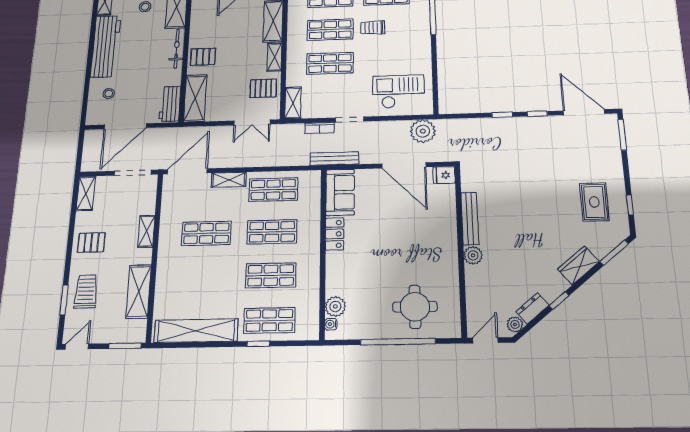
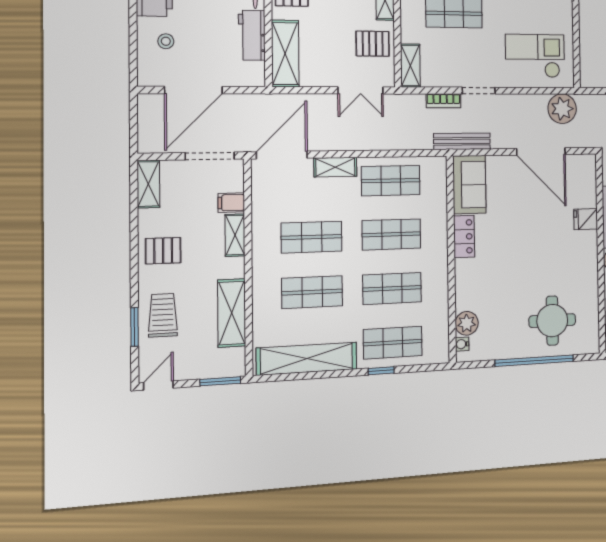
workbench: (170, 104) -> (252, 35), moved
fridge: (444, 175) -> (586, 219), moved
filing cabinet: (146, 207) -> (231, 203), added
shop shelf: (204, 277) -> (312, 292), added

